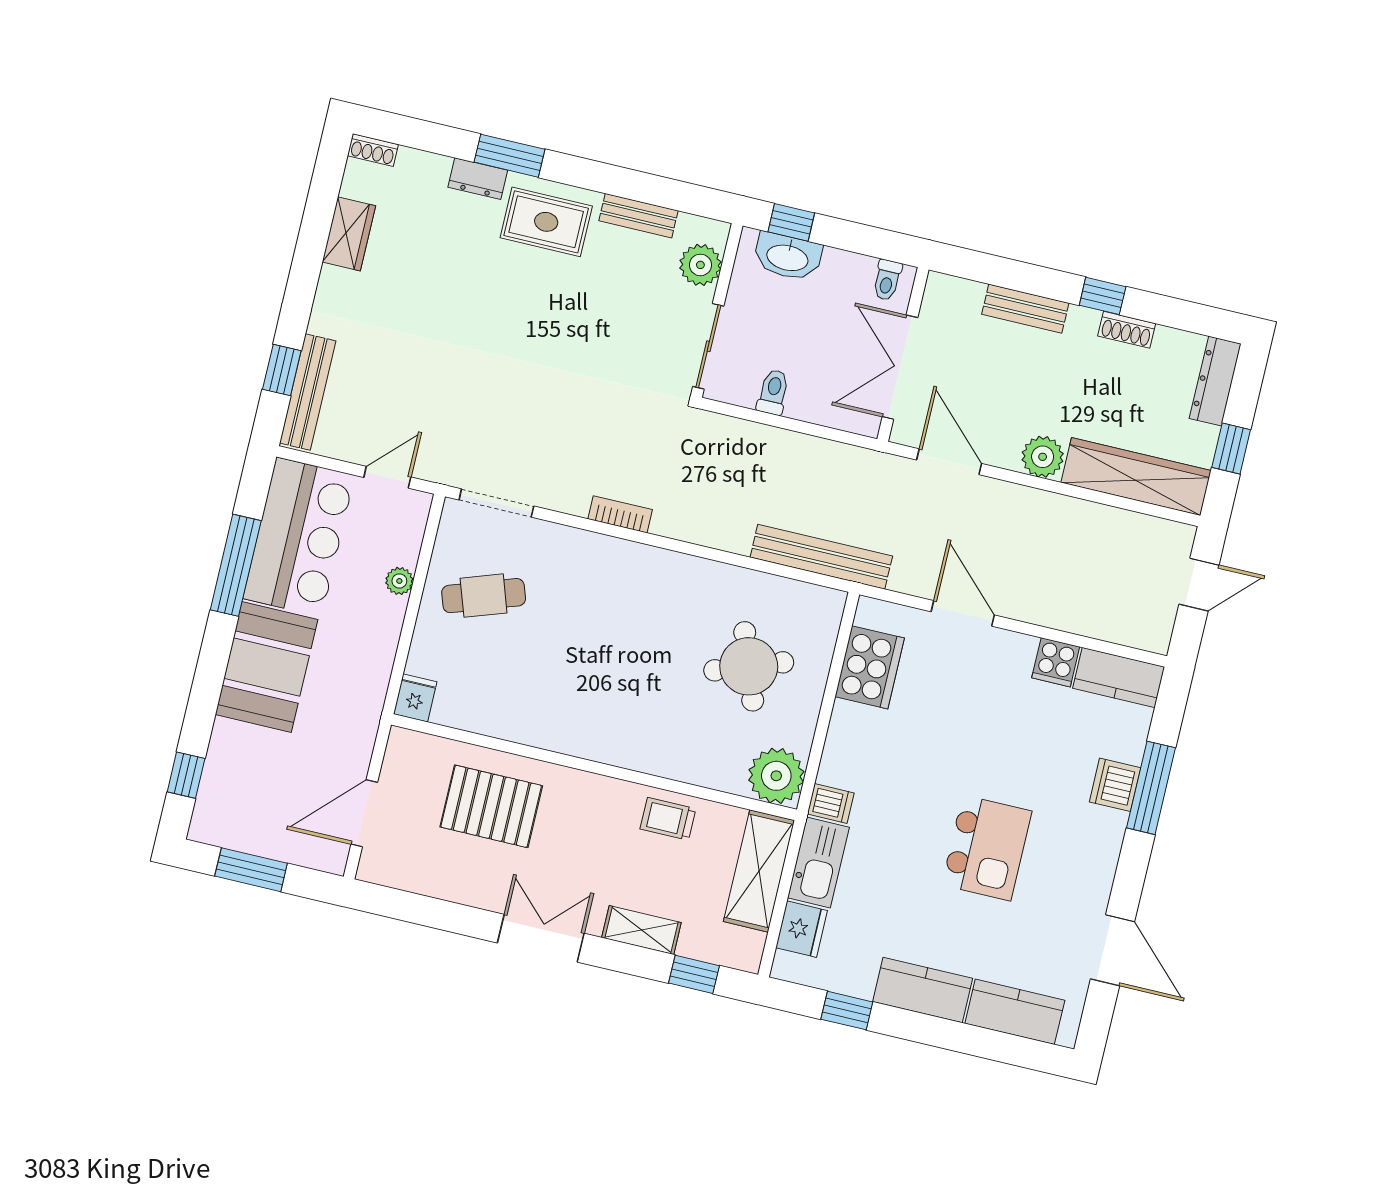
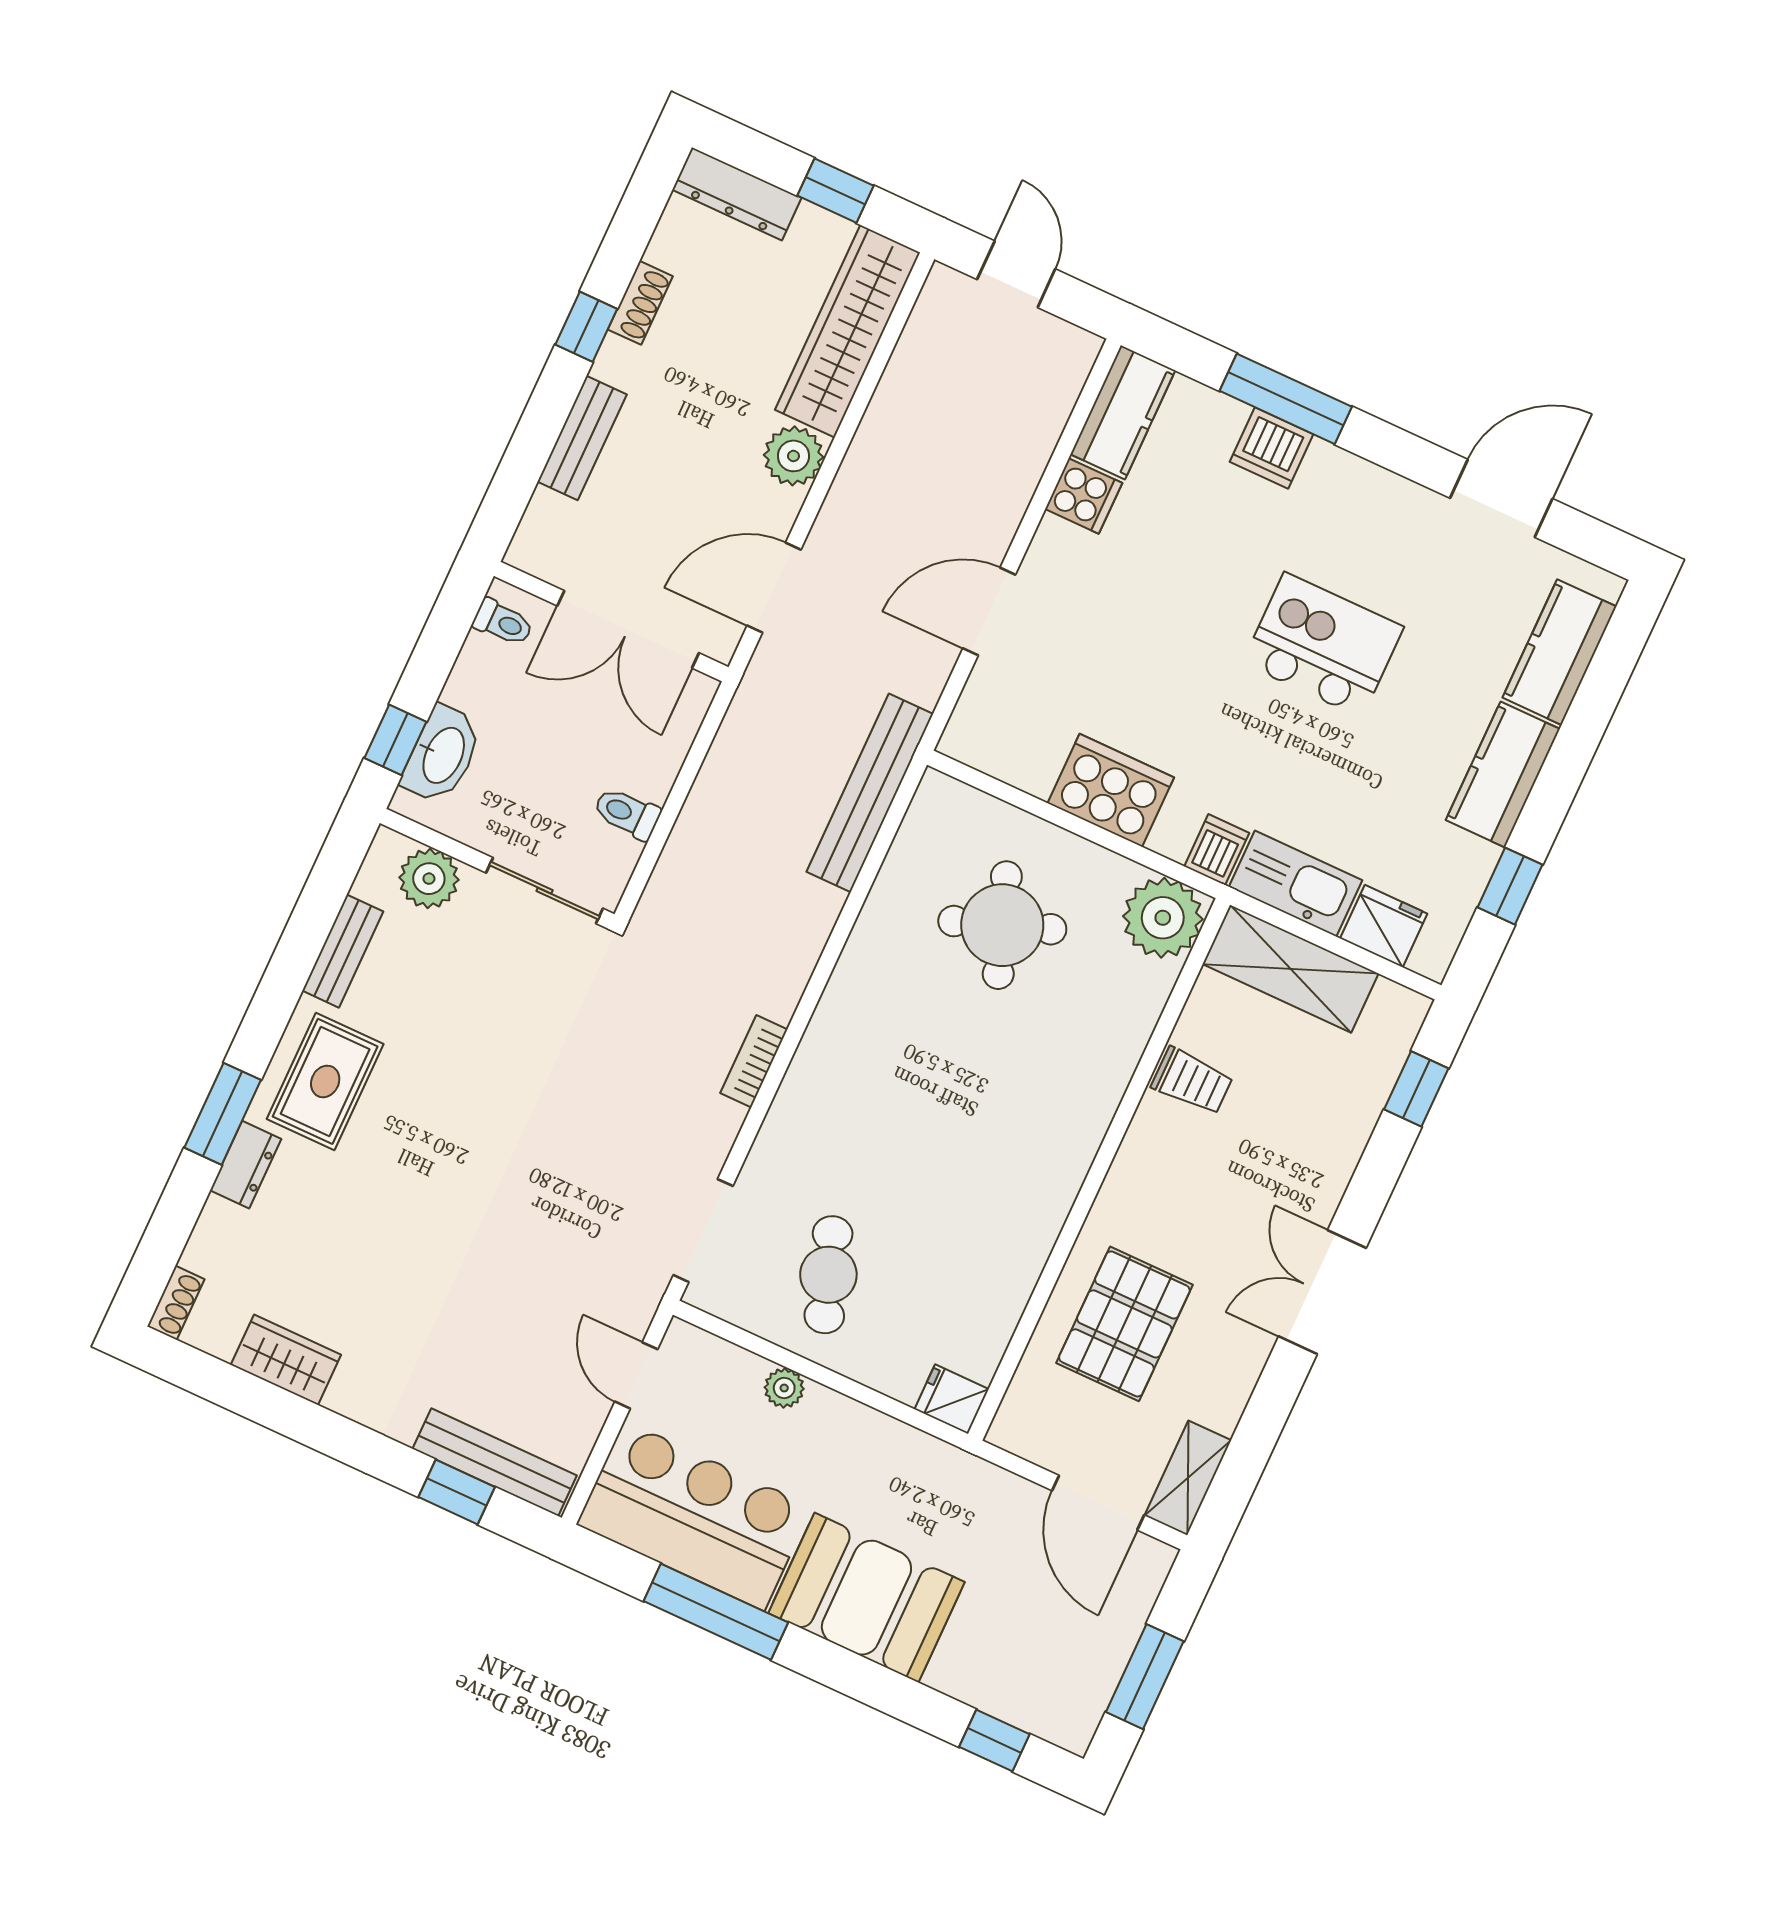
cooker: (870, 667) -> (1111, 790), moved
trolley: (668, 819) -> (1192, 1081), turned -90
shelving: (641, 930) -> (1188, 1478), moved

